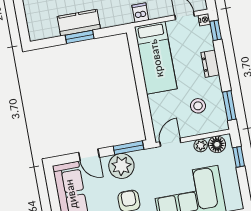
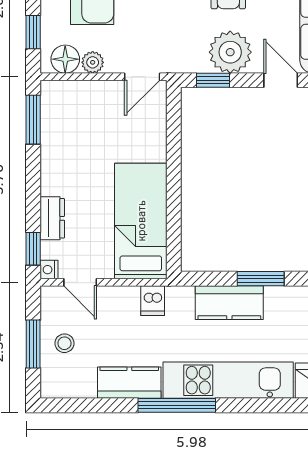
kitchen counter: (79, 23) -> (229, 303), moved
dresser: (210, 64) -> (52, 218), moved
stool: (198, 106) -> (85, 129), removed
window: (128, 148) -> (213, 80), width x0.67

